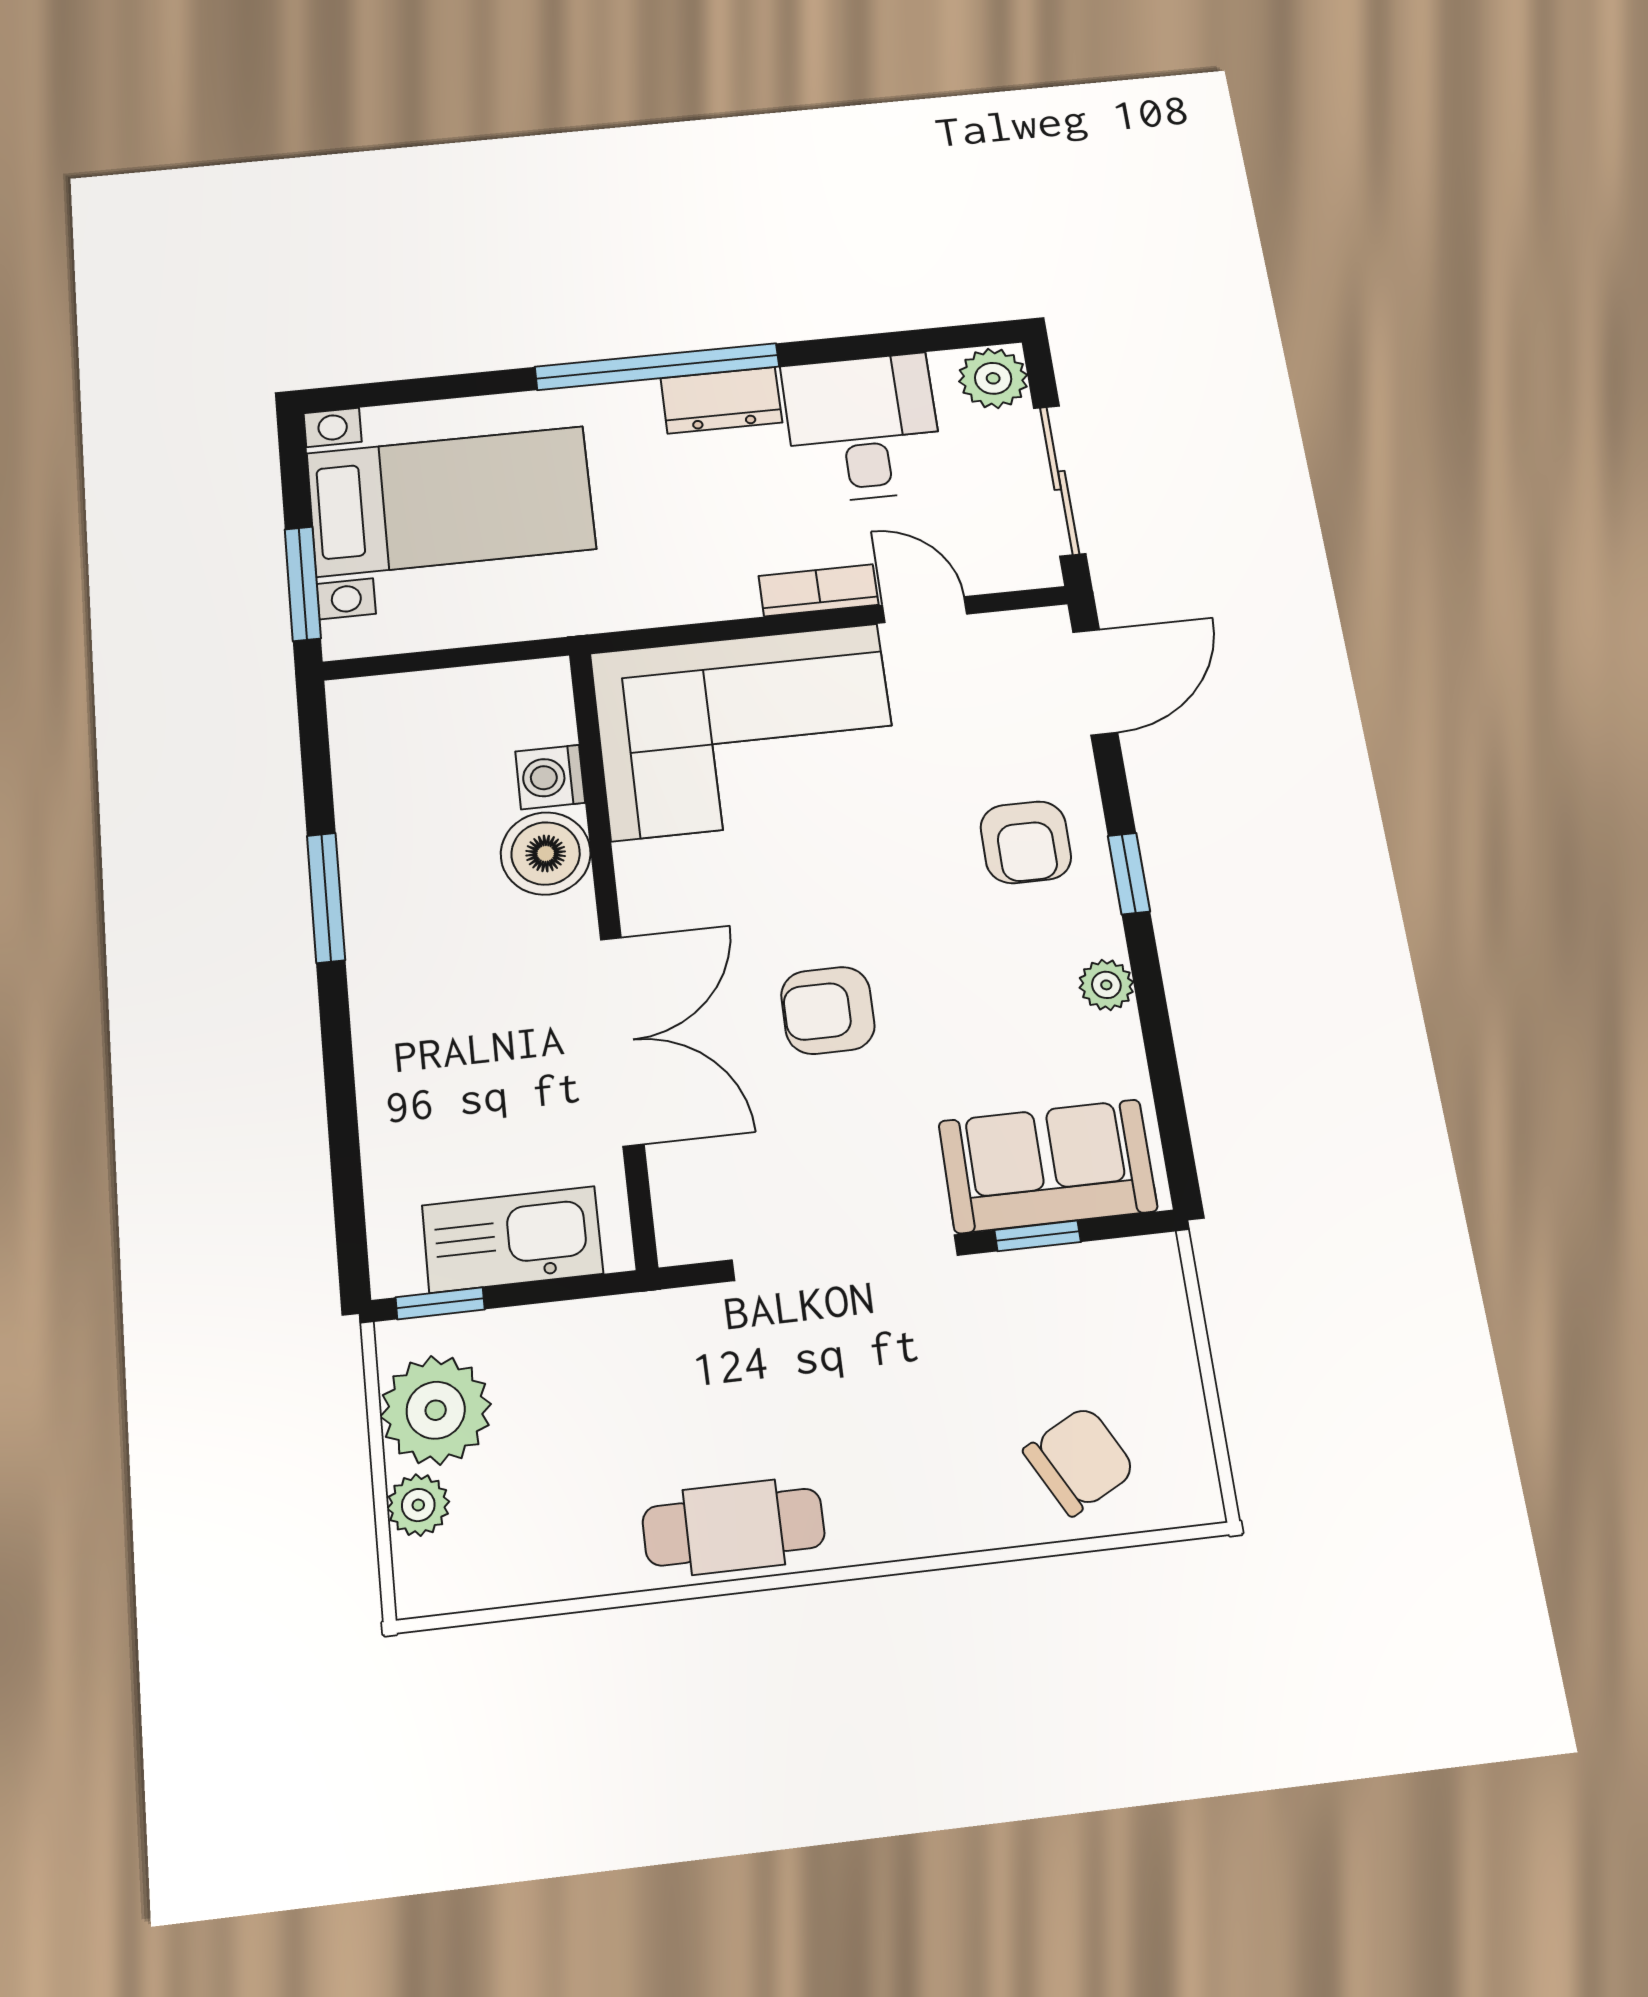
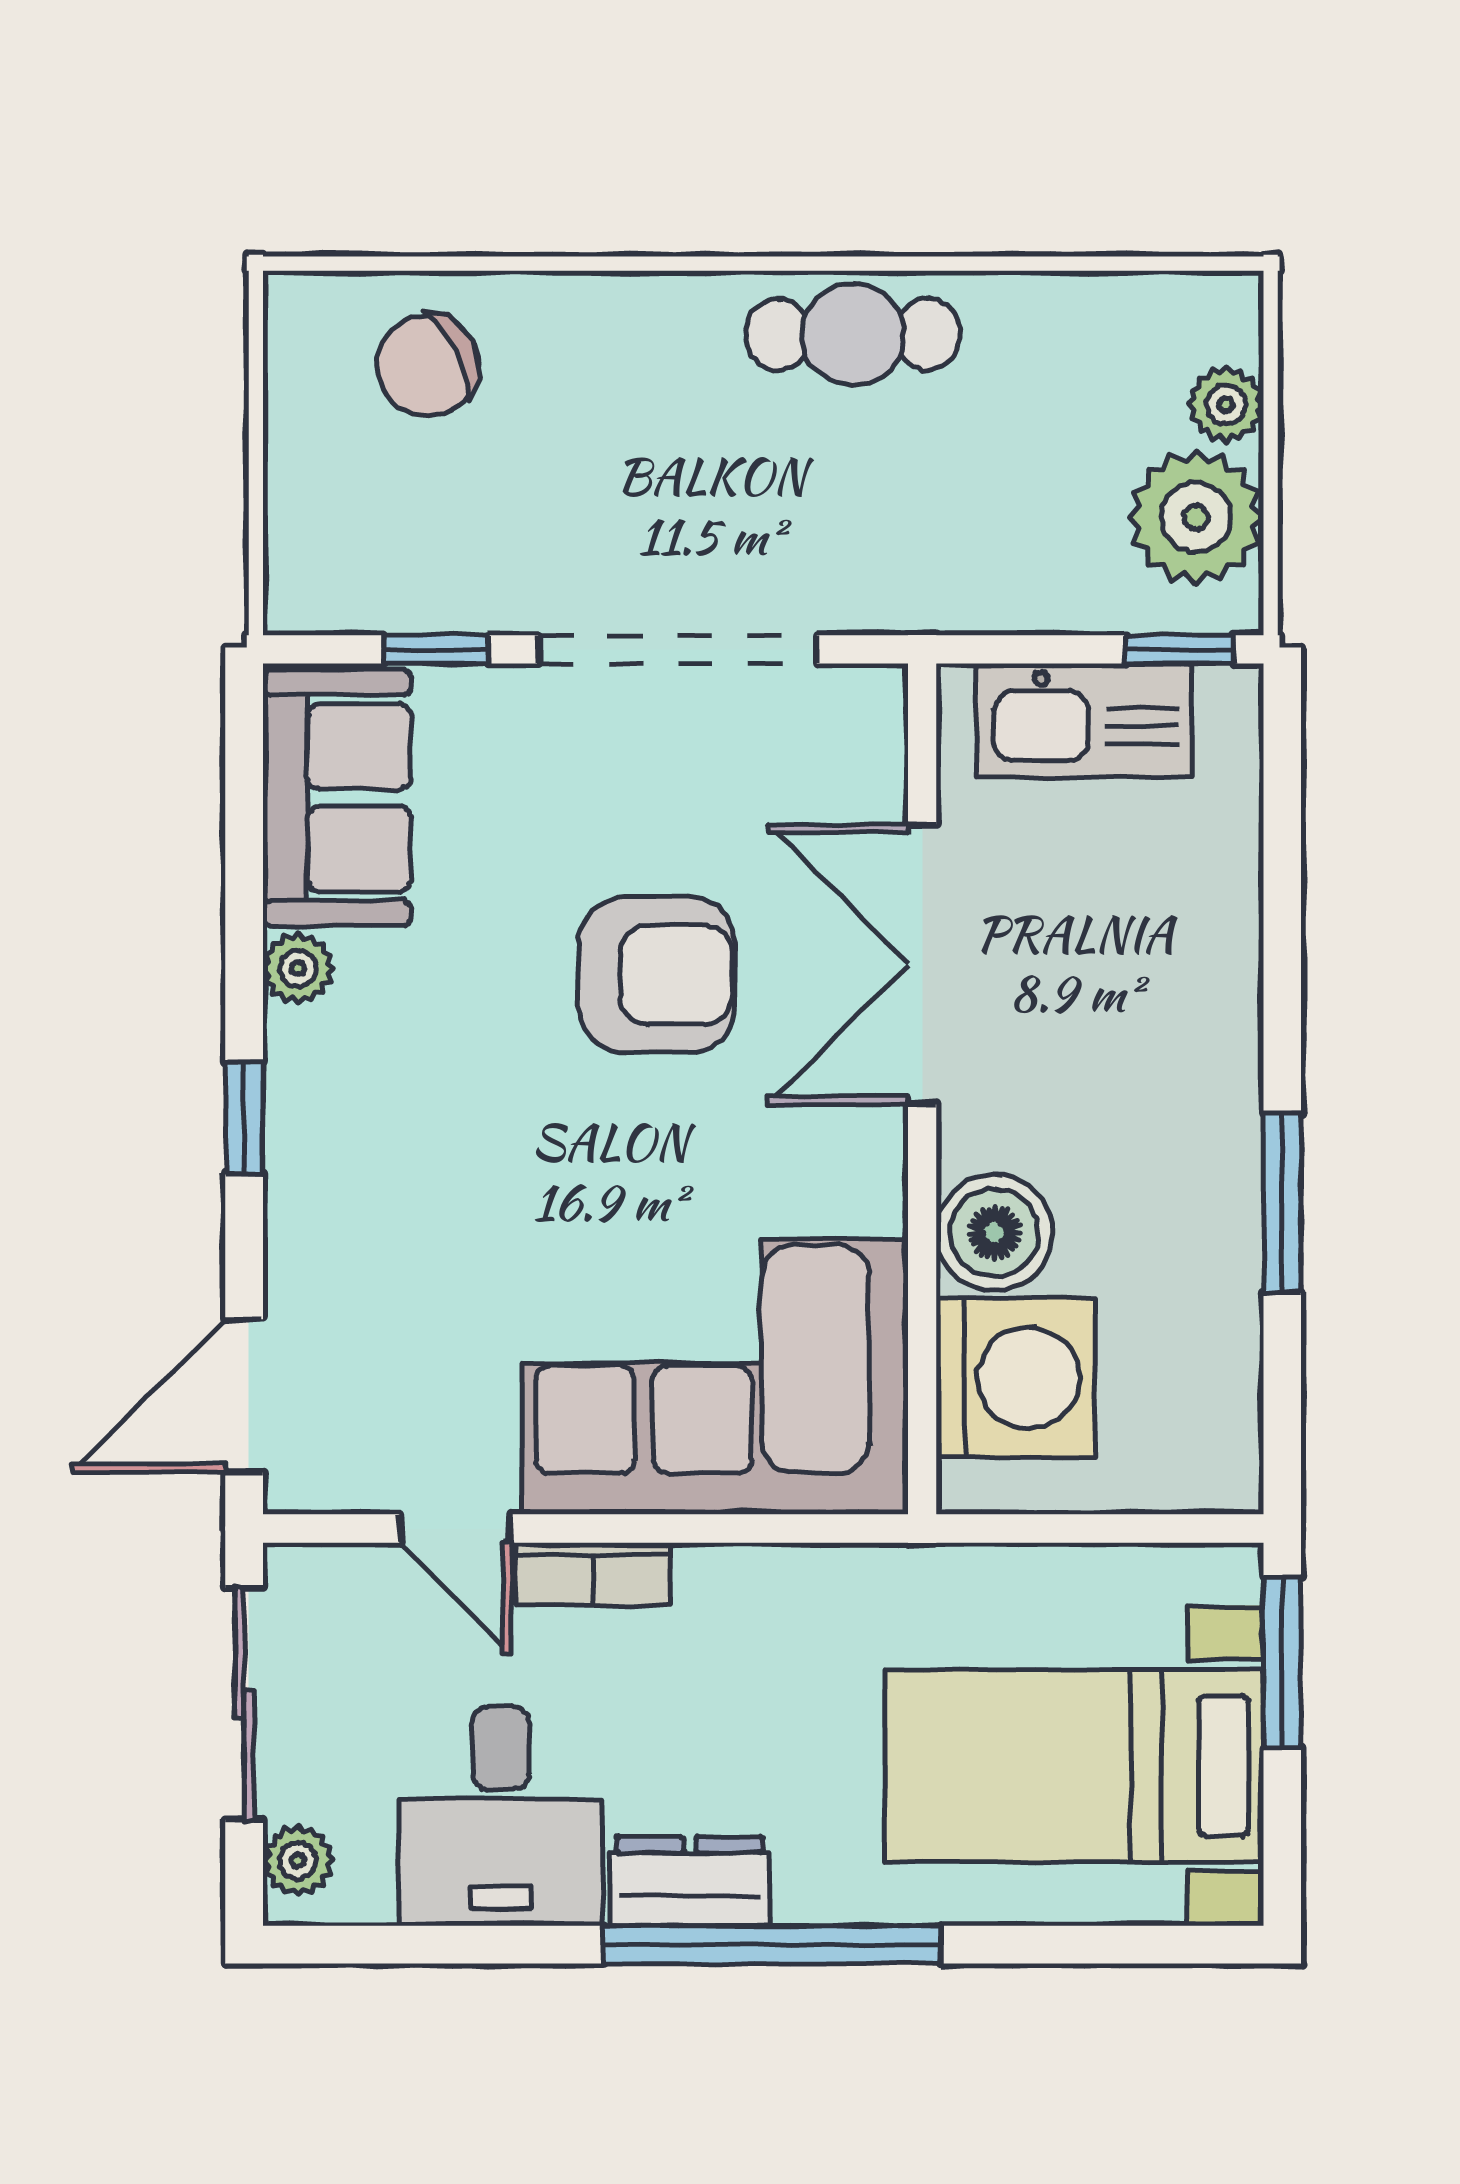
plant: (993, 378) -> (298, 1860), width x0.73, depth x0.73
washing machine: (550, 777) -> (1016, 1378), width x1.89, depth x1.89
armchair: (1026, 842) -> (371, 1177), removed
armchair: (828, 1010) -> (657, 975), width x1.38, depth x1.38
sofa: (1048, 1166) -> (337, 798), moved, turned -90

